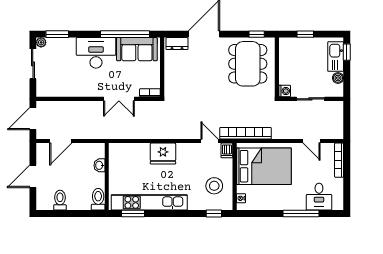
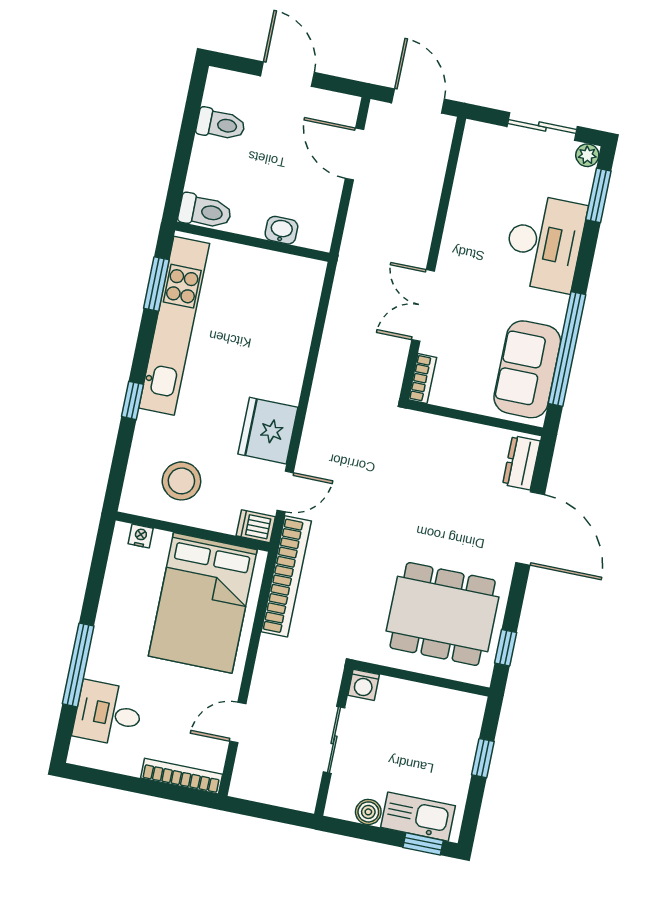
desk: (96, 53) -> (545, 243), moved
fridge: (163, 154) -> (268, 431), moved
window: (214, 214) -> (132, 400), moved

